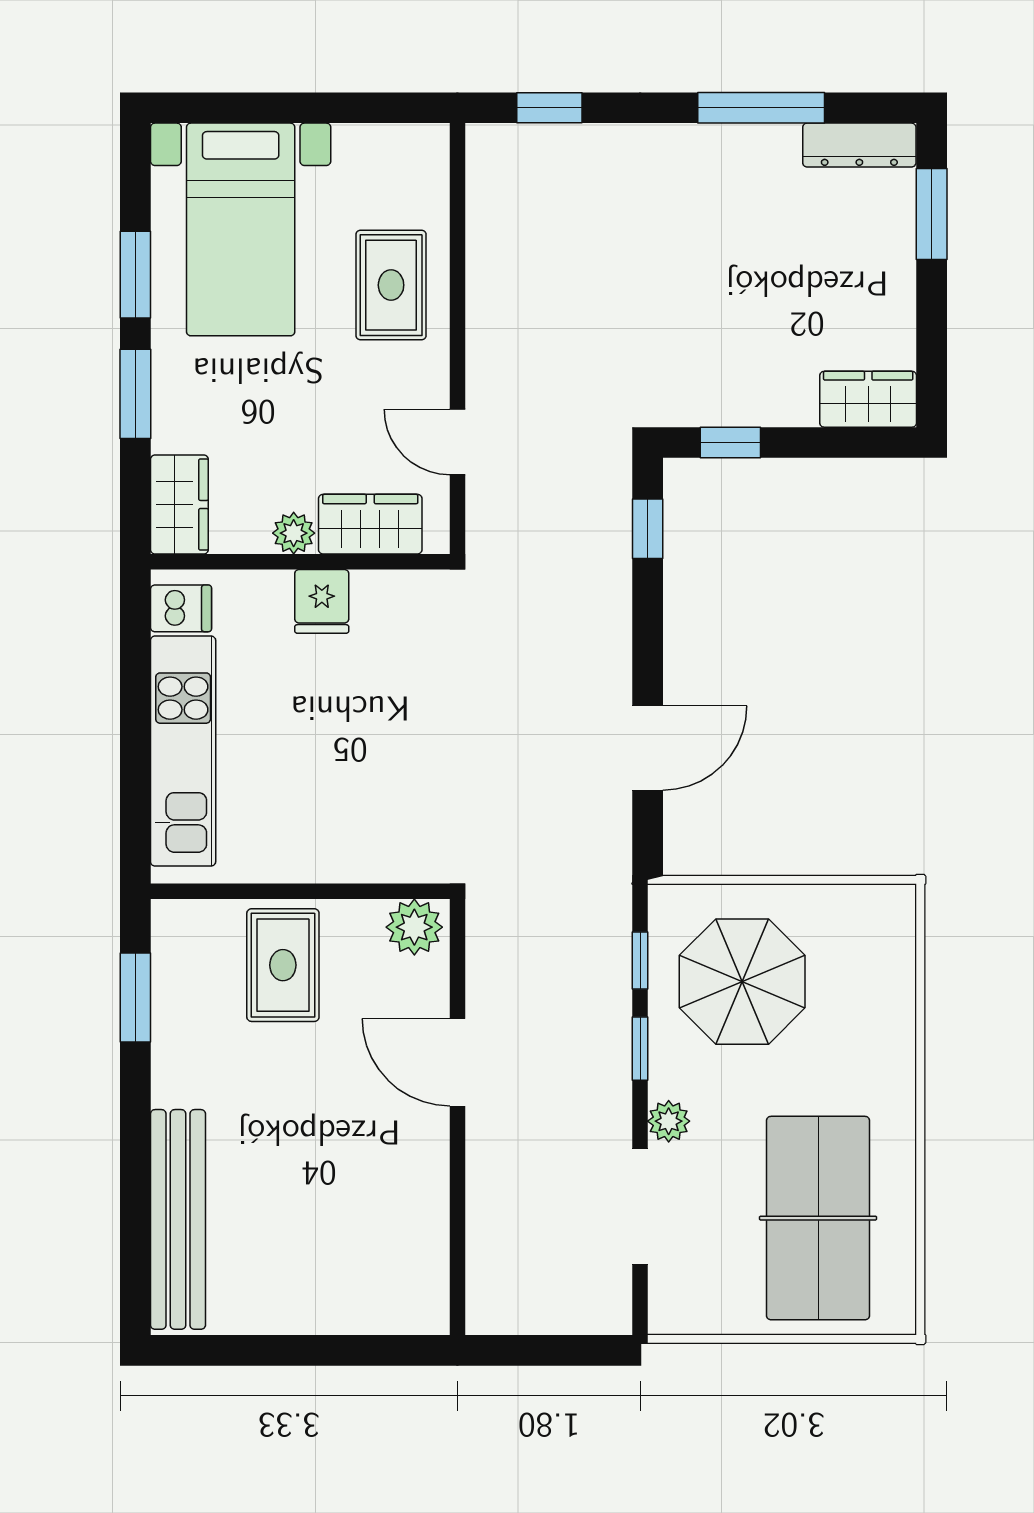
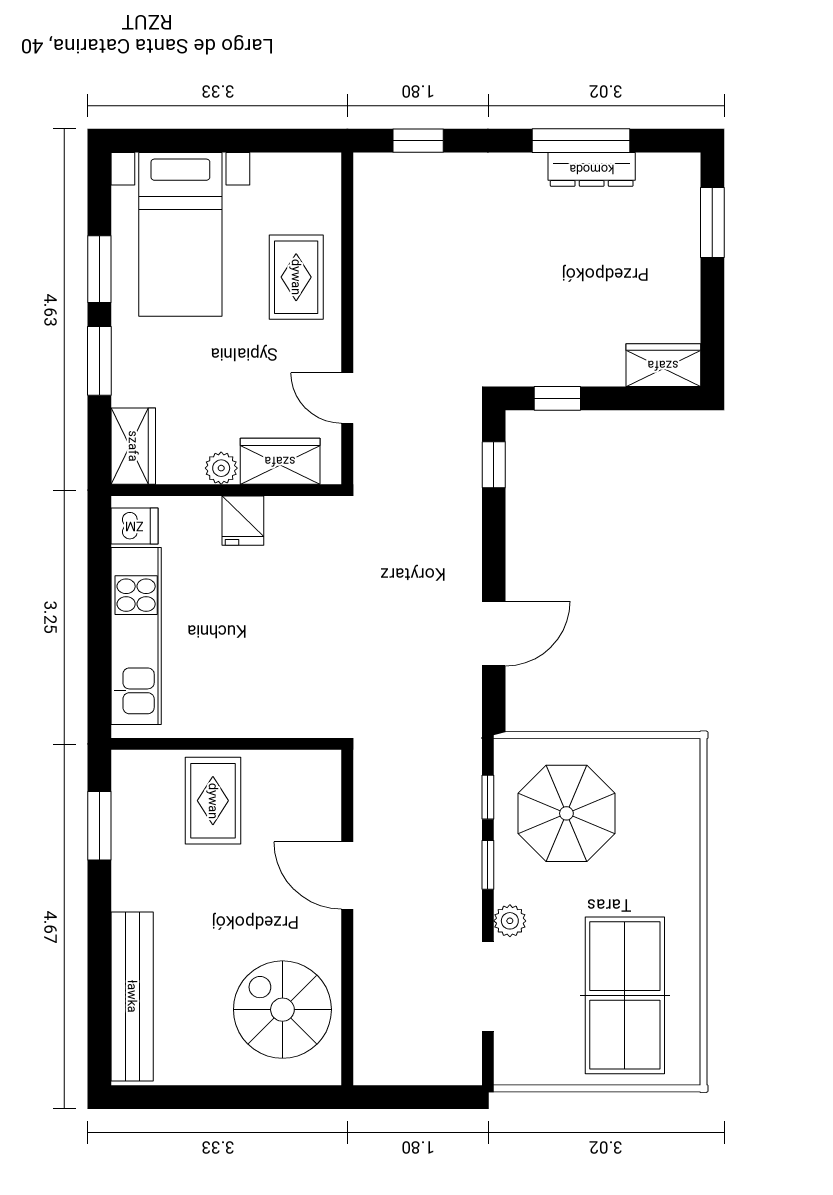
dresser: (859, 145) -> (592, 169), moved
plant: (414, 927) -> (314, 771), removed
spiral stairs: (373, 1237) -> (282, 1010), added

